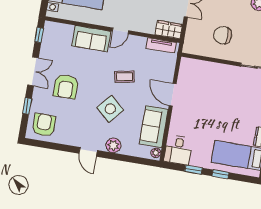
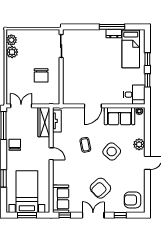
wardrobe: (169, 30) -> (44, 122), width x1.50
sofa: (91, 39) -> (61, 199), moved
armchair: (66, 87) -> (100, 188), turned 137

